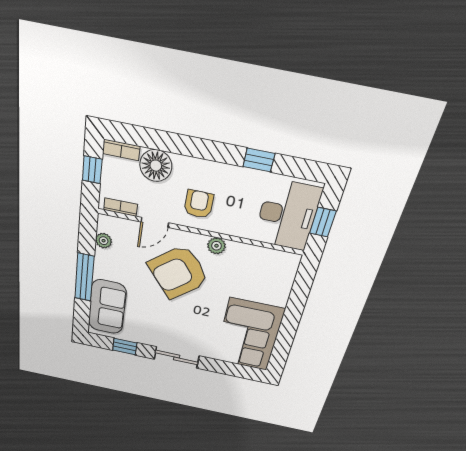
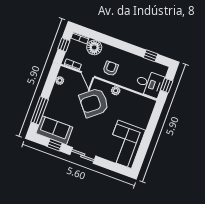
window: (259, 160) -> (151, 56), moved
desk: (287, 215) -> (149, 84), width x0.73
door: (155, 222) -> (88, 75), hinge flipped
window: (84, 277) -> (40, 111), moved
sofa: (107, 307) -> (54, 130), moved, turned -90

